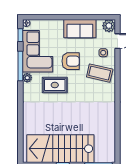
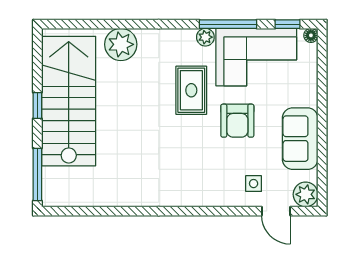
coffee table: (100, 73) -> (214, 177), removed
plant: (31, 122) -> (121, 44), added

